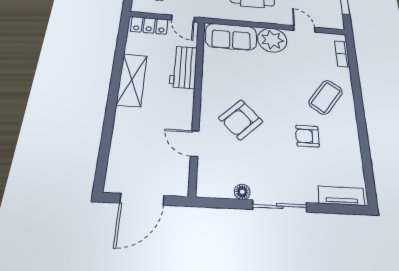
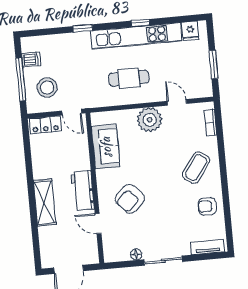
sofa: (231, 37) -> (106, 147), moved, turned -90
workbench: (183, 67) -> (83, 191), moved
shelving: (132, 80) -> (45, 202), moved
armchair: (307, 136) -> (207, 206), moved

